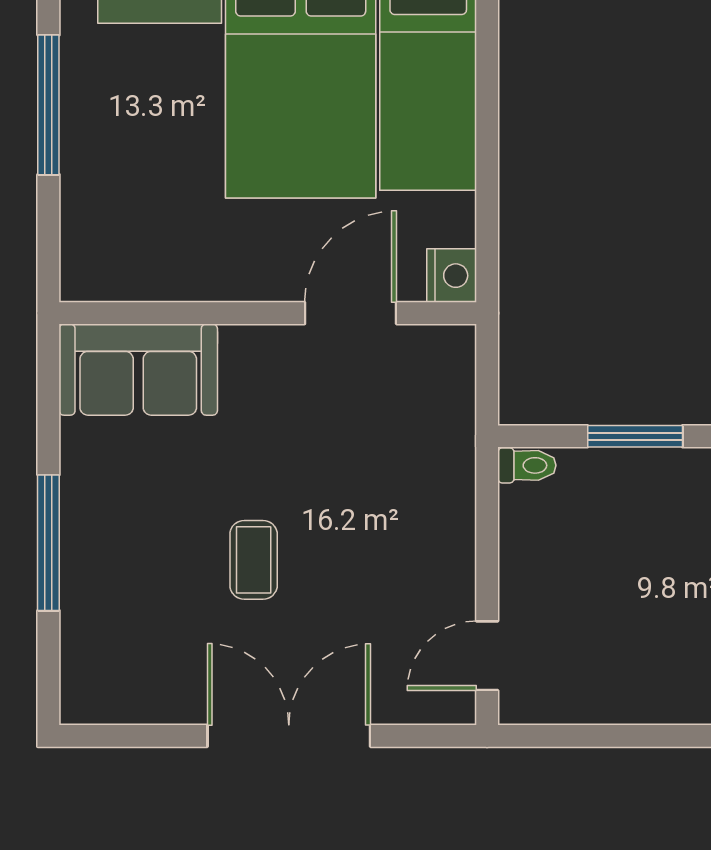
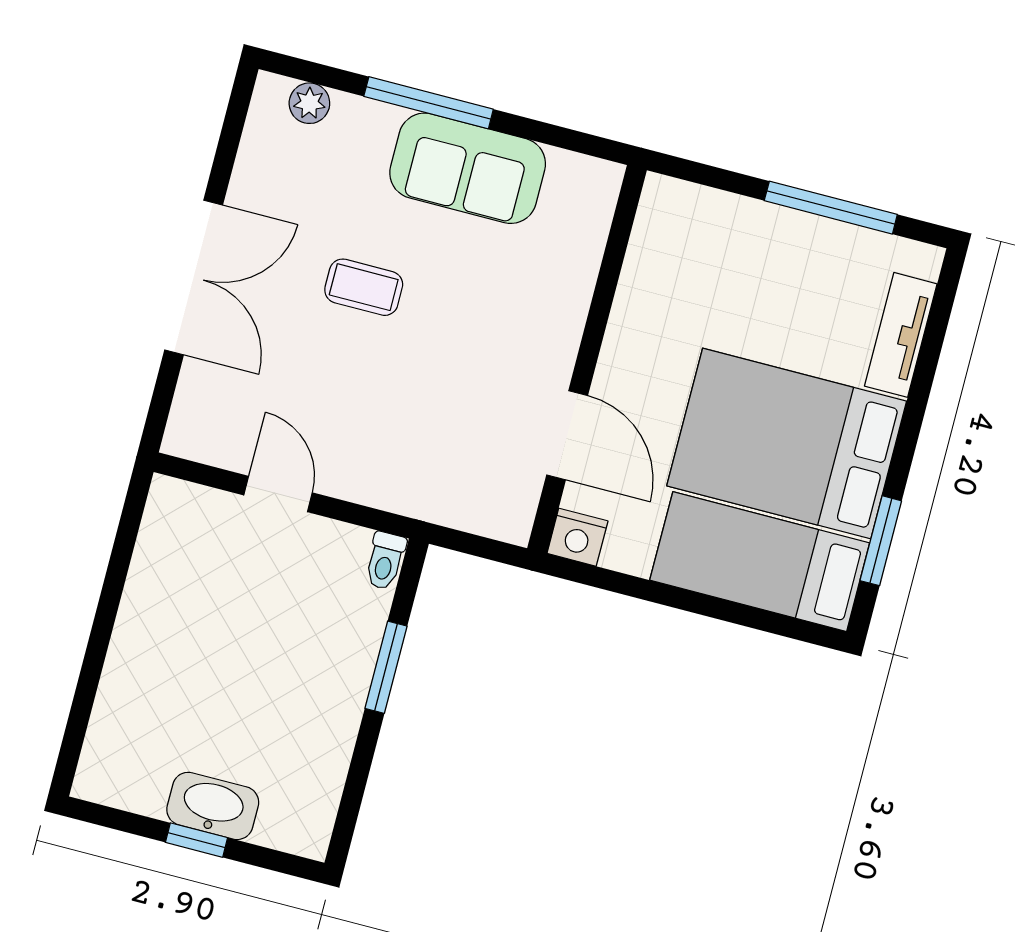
sofa: (138, 370) -> (468, 168), moved, turned -90
door: (487, 656) -> (278, 494), moved
plant: (80, 664) -> (309, 103), added

